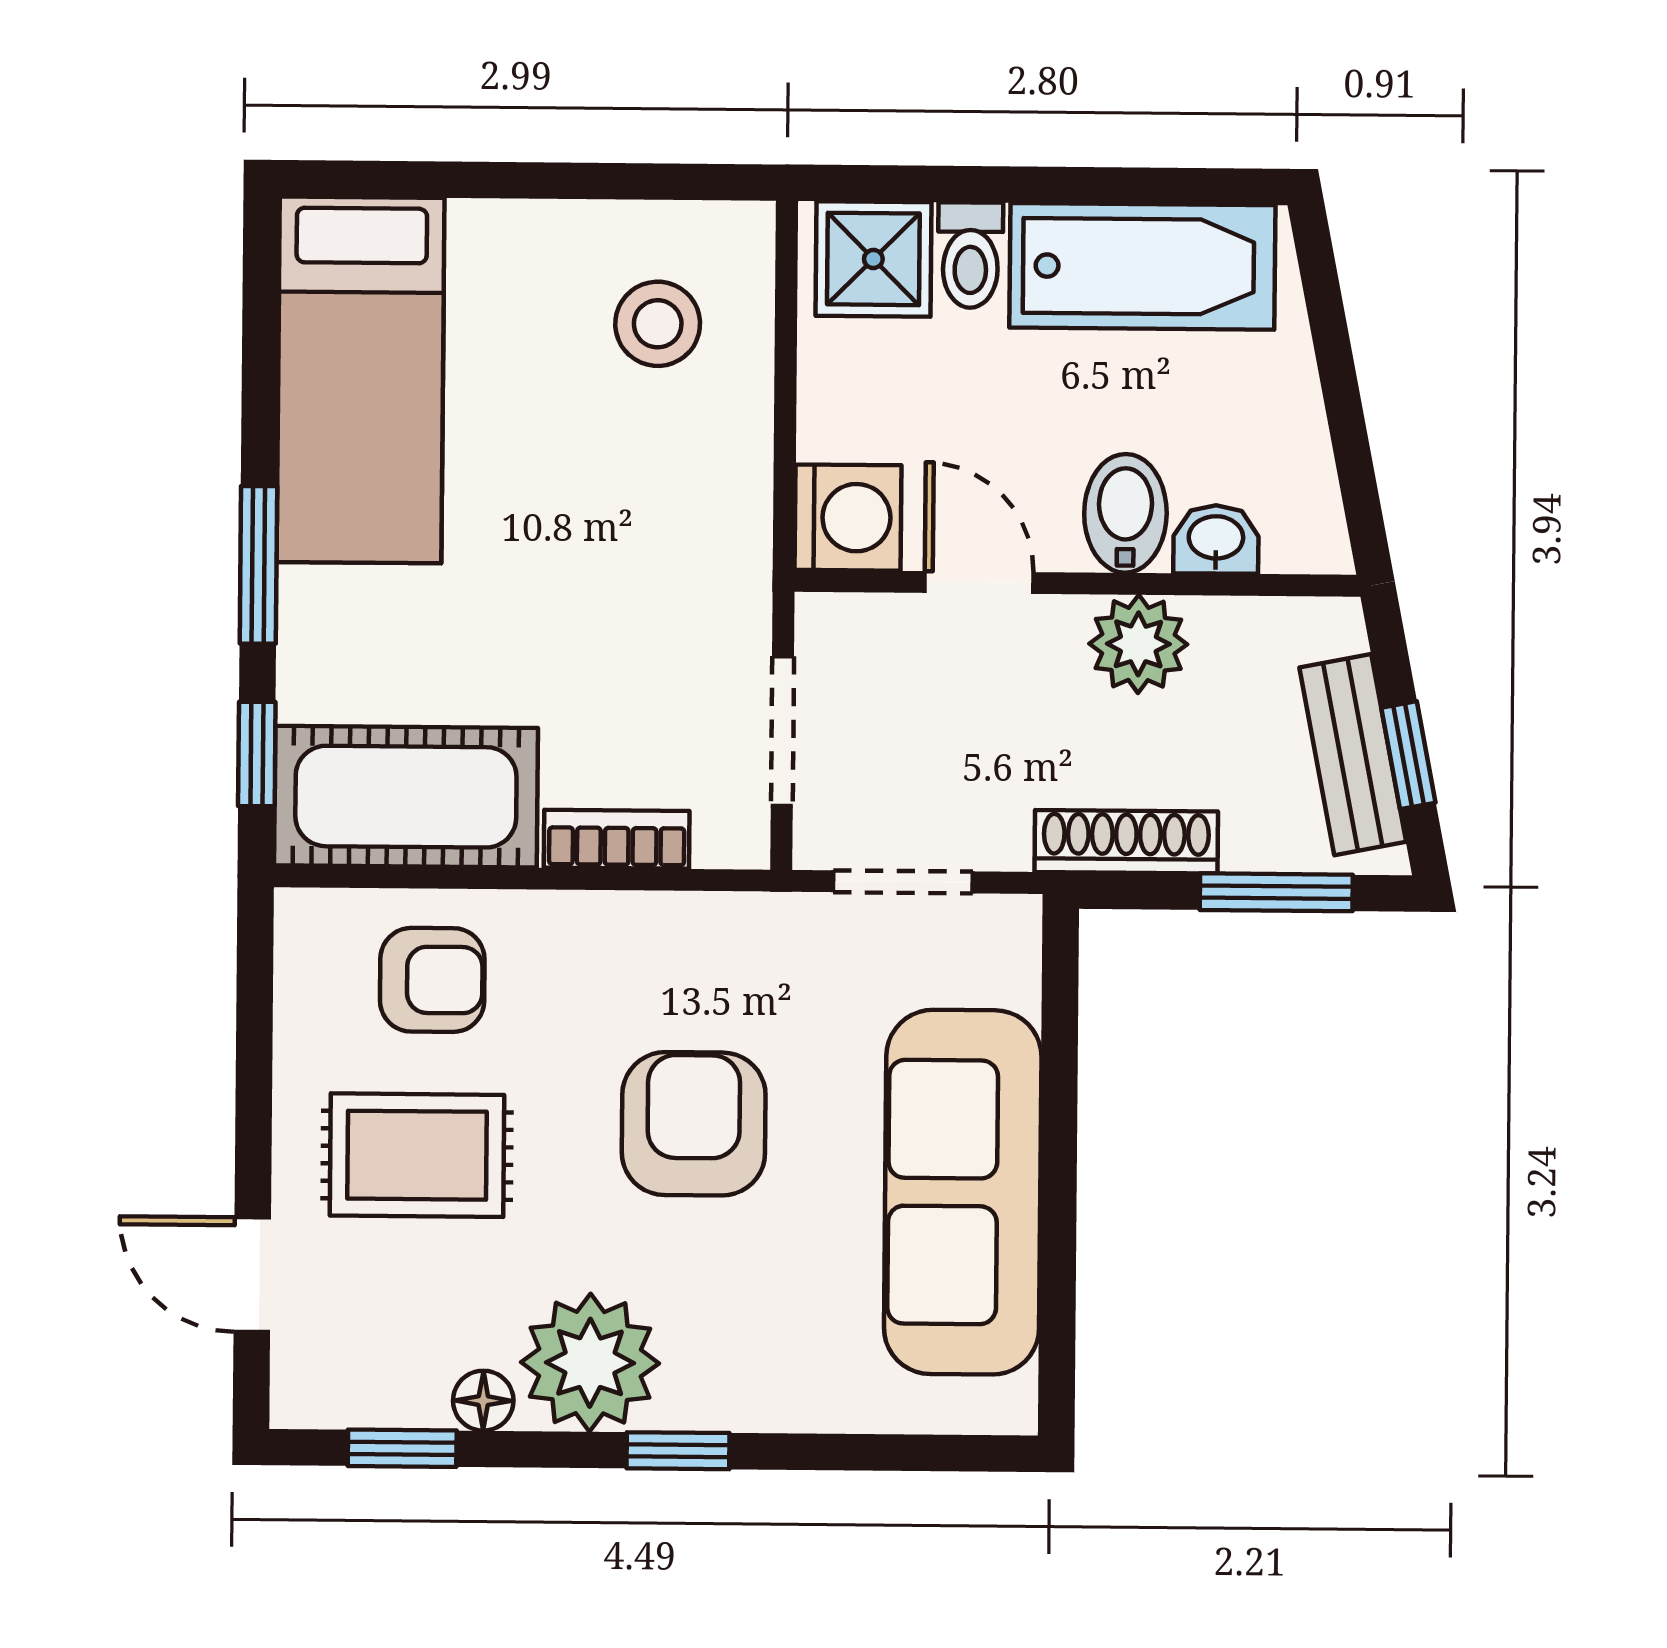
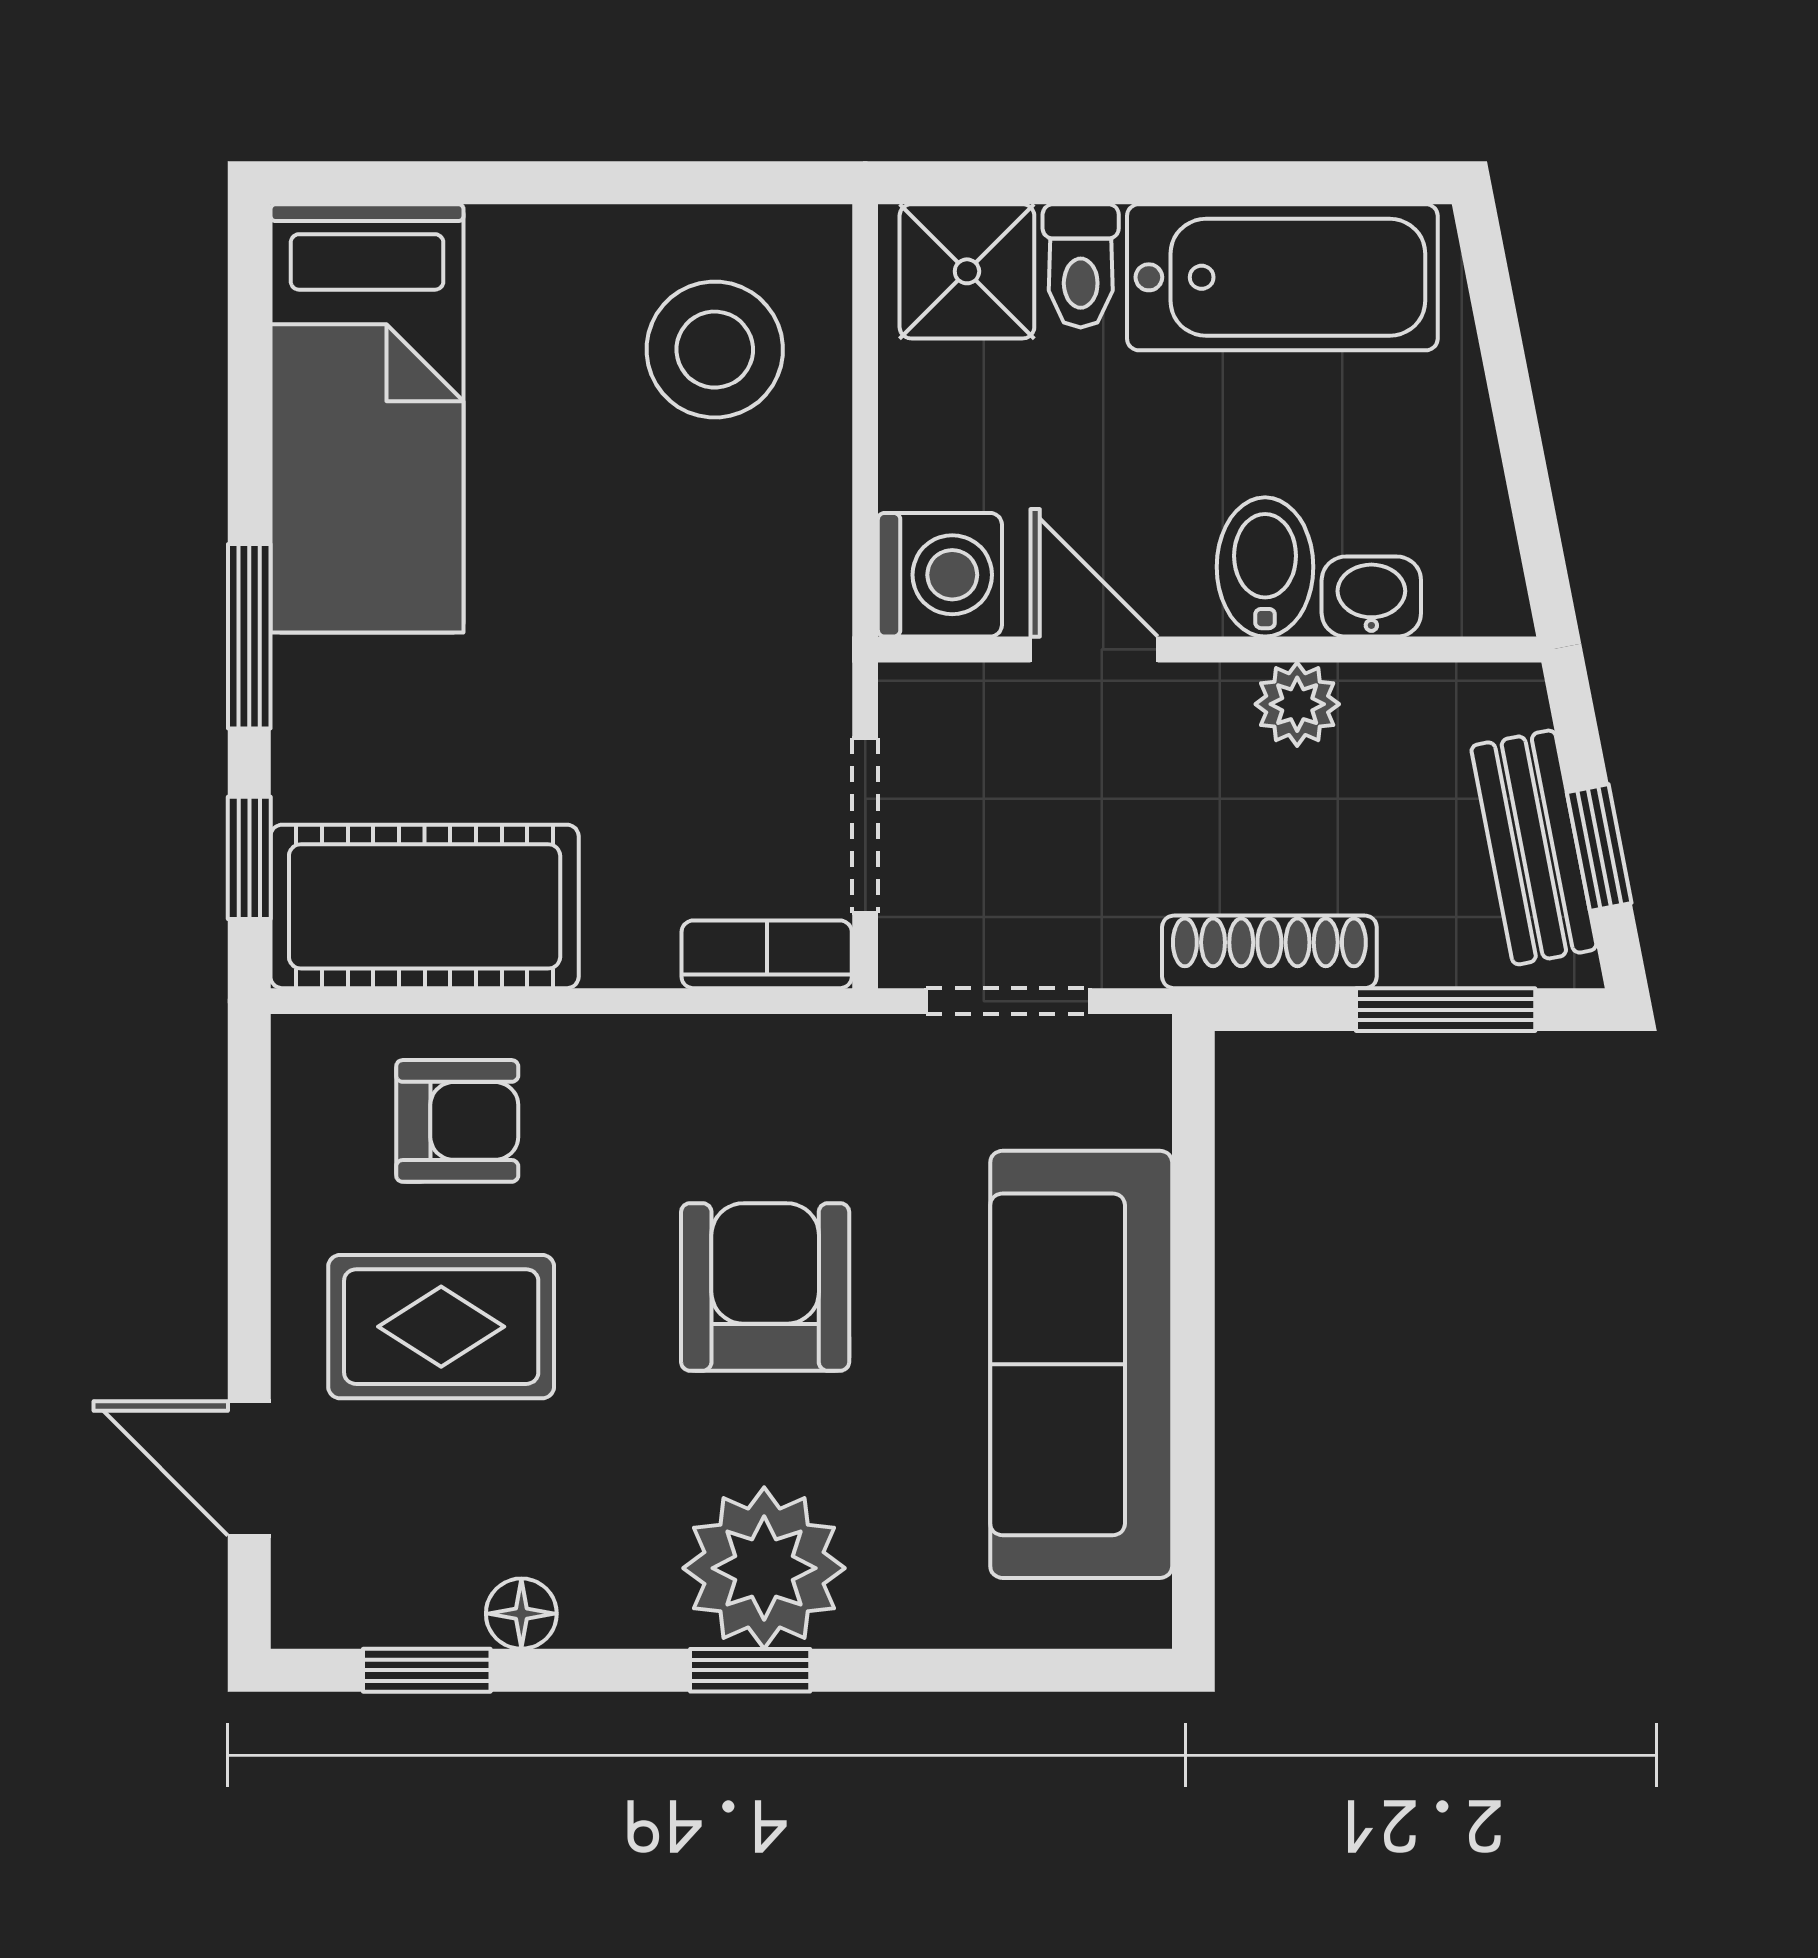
stool: (658, 324) -> (715, 350), width x1.38, depth x1.38
plant: (1138, 644) -> (1297, 704), width x0.73, depth x0.73
bookcase: (617, 839) -> (767, 954), moved
plant: (590, 1363) -> (764, 1568), moved

